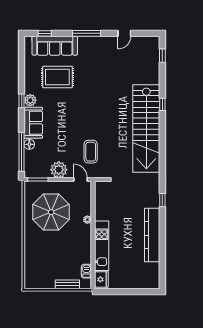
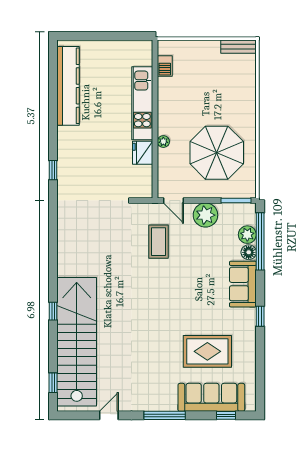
plant: (30, 100) -> (247, 235), moved
stairs: (146, 129) -> (77, 342), moved
kitchen counter: (152, 235) -> (68, 86), moved
fridge: (101, 279) -> (143, 153), moved
bench: (67, 284) -> (239, 47), moved

